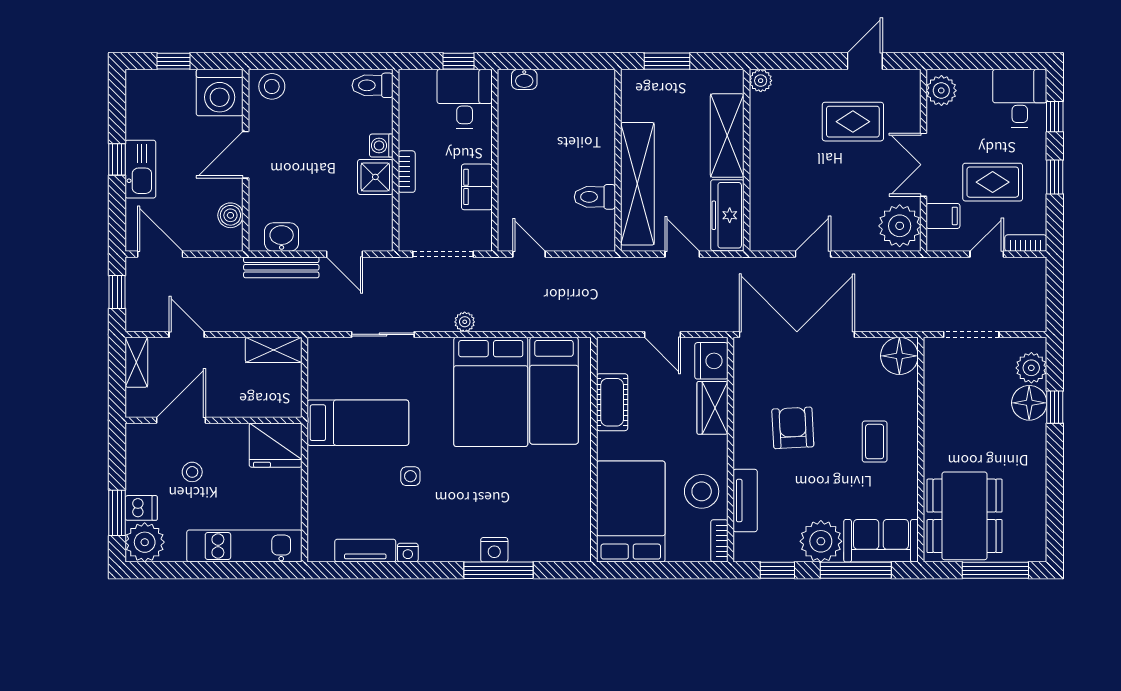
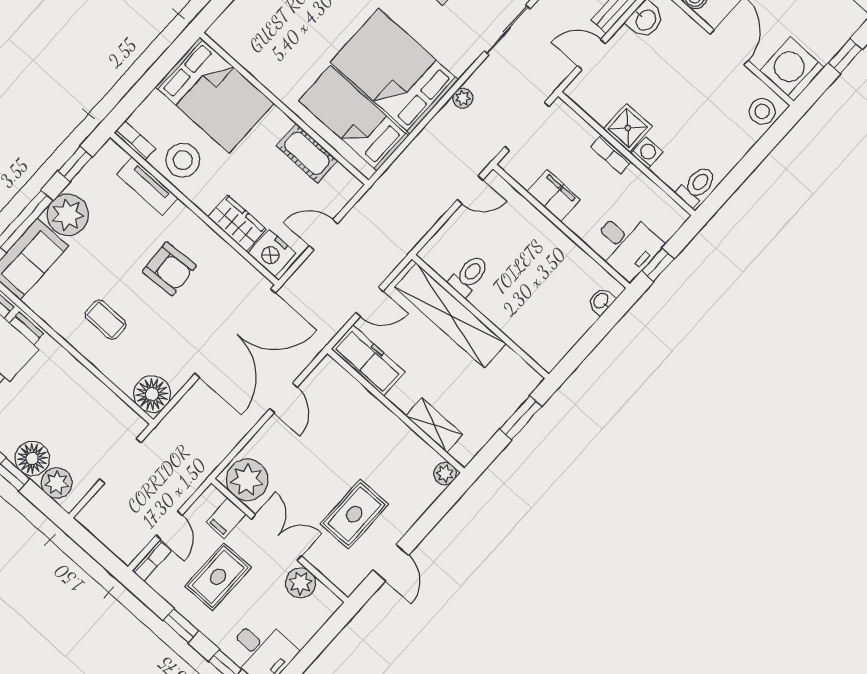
plant: (941, 91) -> (301, 583), moved
shelving: (727, 136) -> (434, 425), width x0.67, depth x0.75

